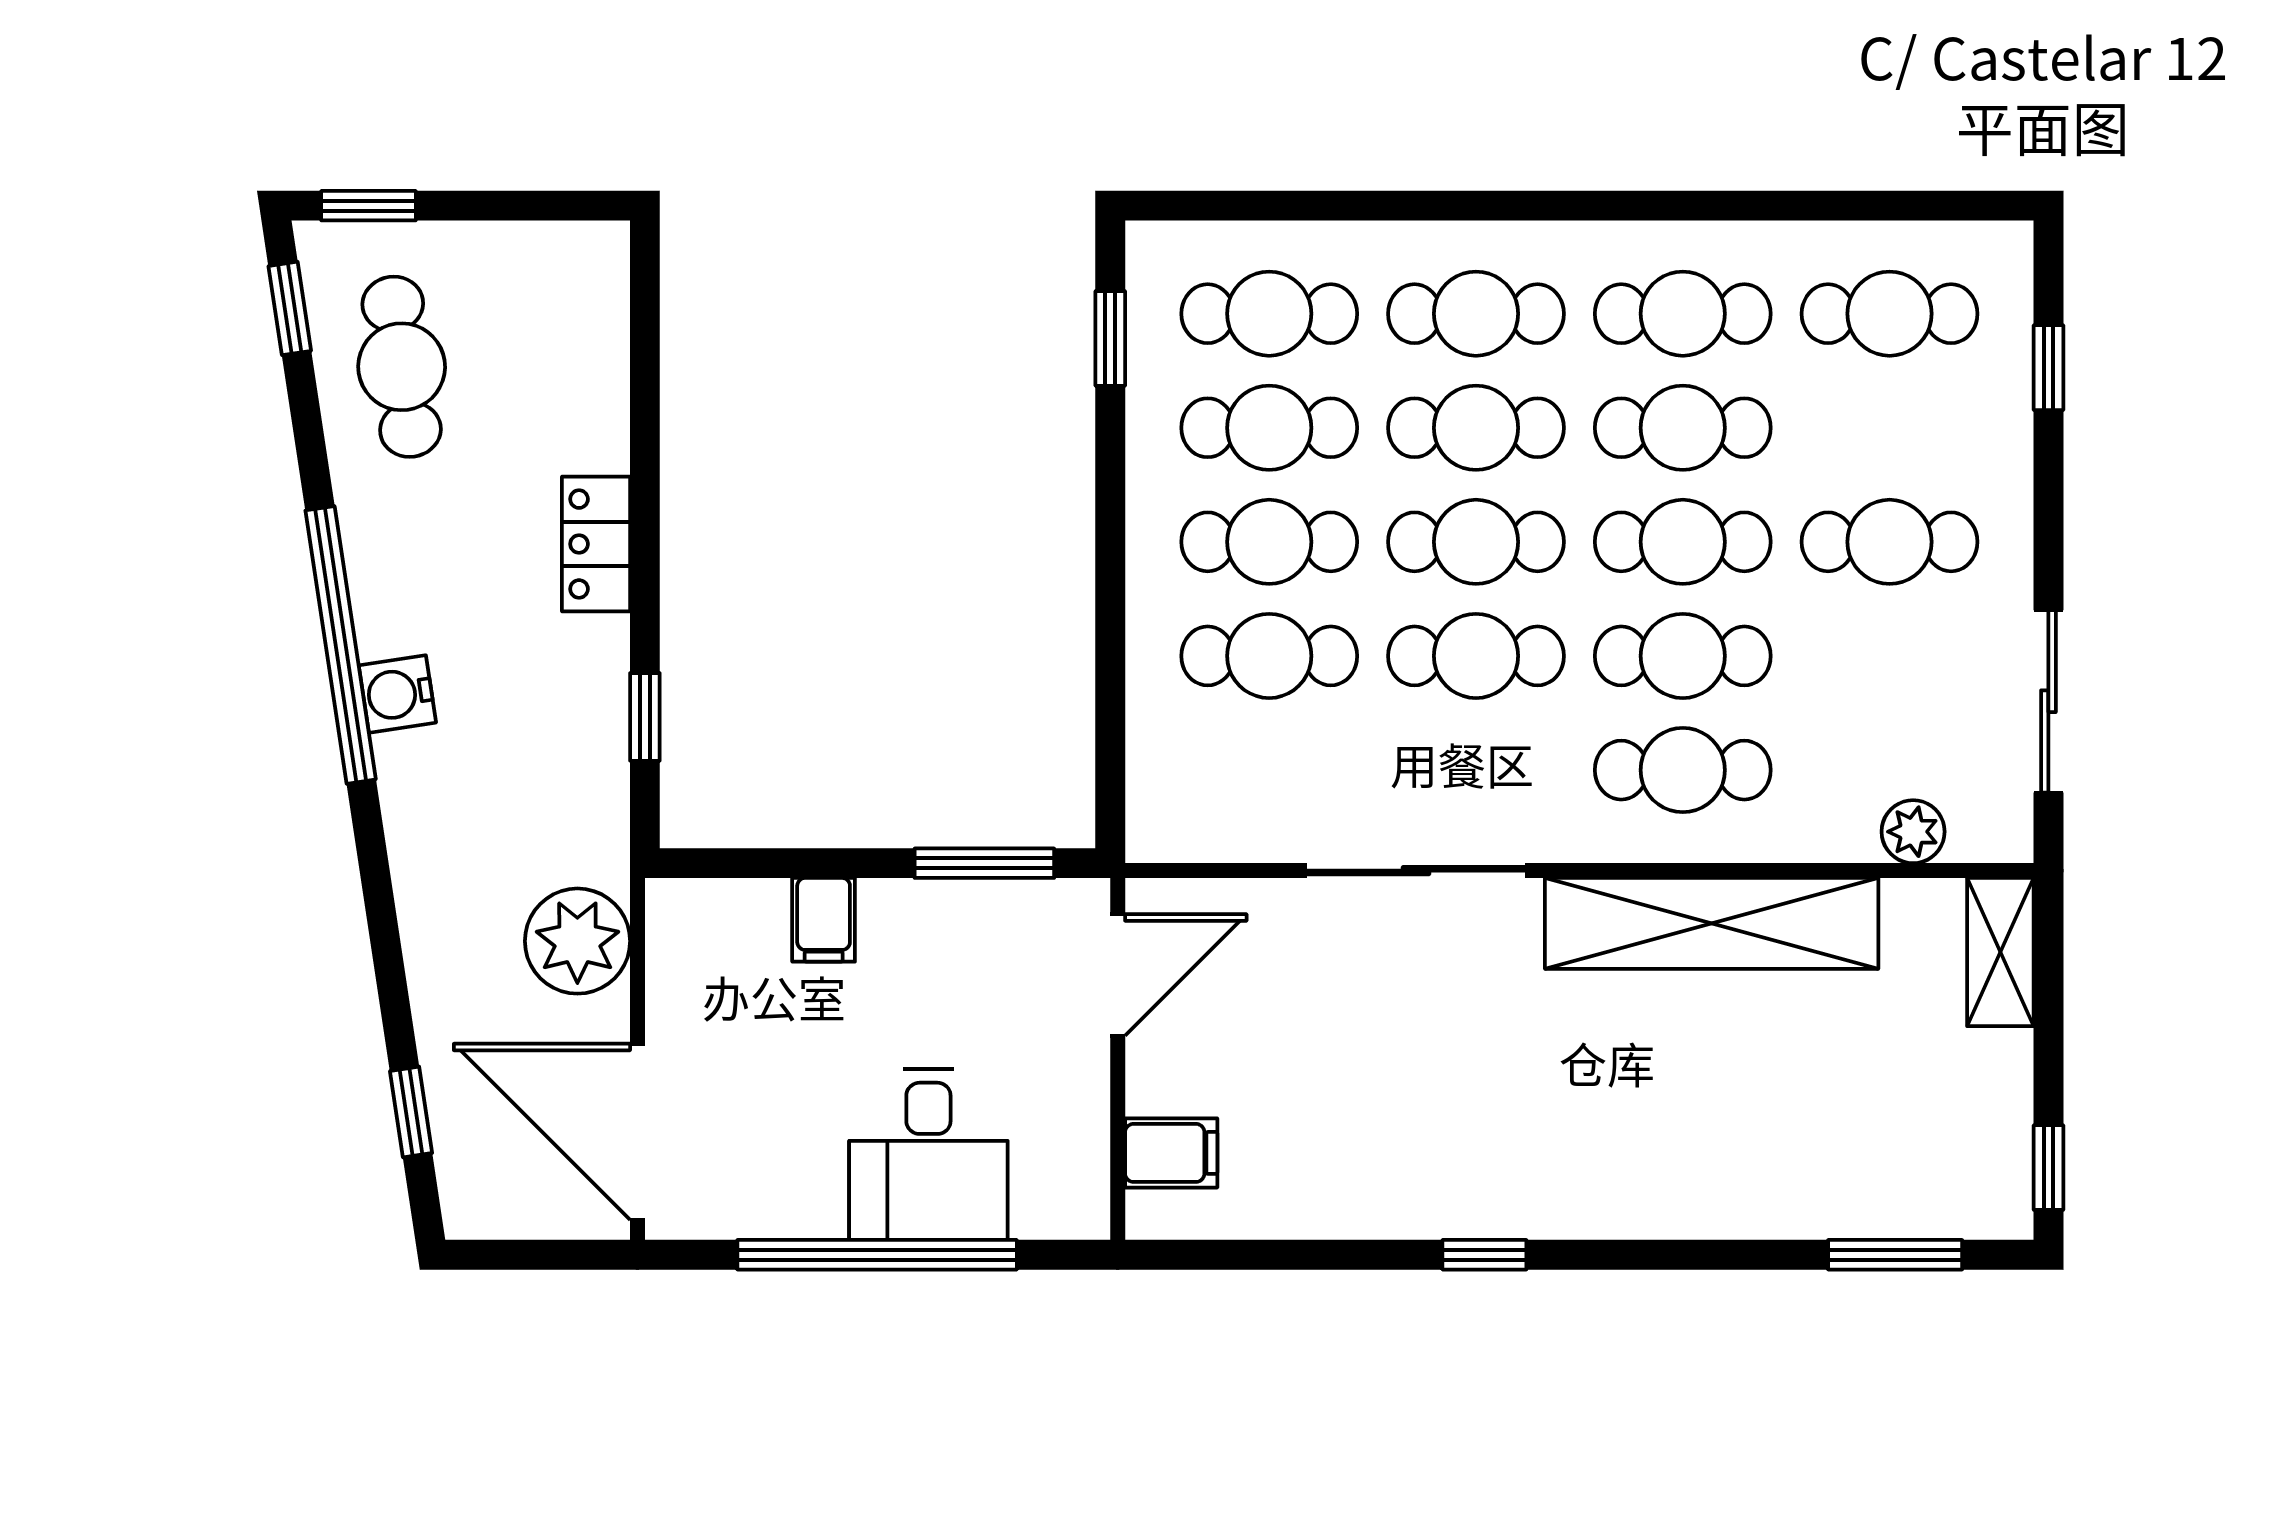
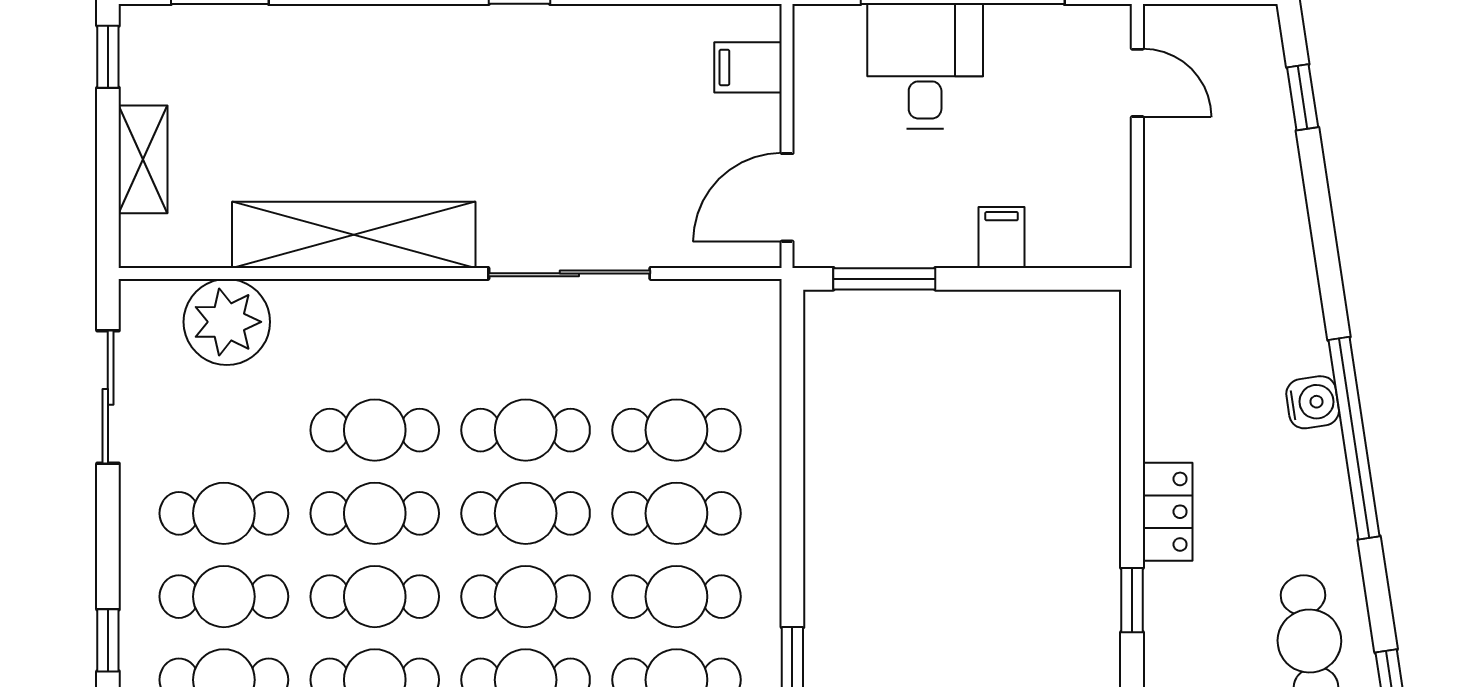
window: (645, 717) -> (1132, 600), moved
cafe table: (1683, 770) -> (224, 597), moved
plant: (1913, 832) -> (227, 322), width x1.88, depth x1.88
plant: (577, 941) -> (1181, 222), removed
shelving: (2000, 952) -> (143, 159), moved
door: (637, 1132) -> (1137, 83), width x0.53

